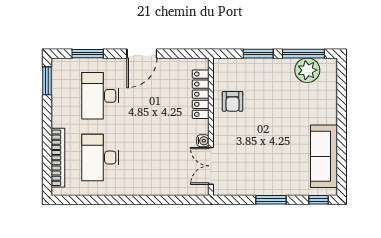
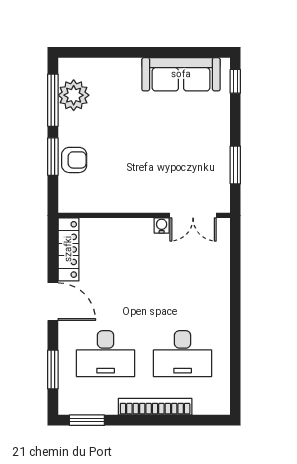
locker: (201, 94) -> (68, 249), moved, turned -90
armchair: (233, 101) -> (74, 160), moved
bookcase: (58, 158) -> (155, 407), moved
window: (271, 200) -> (235, 165), moved

